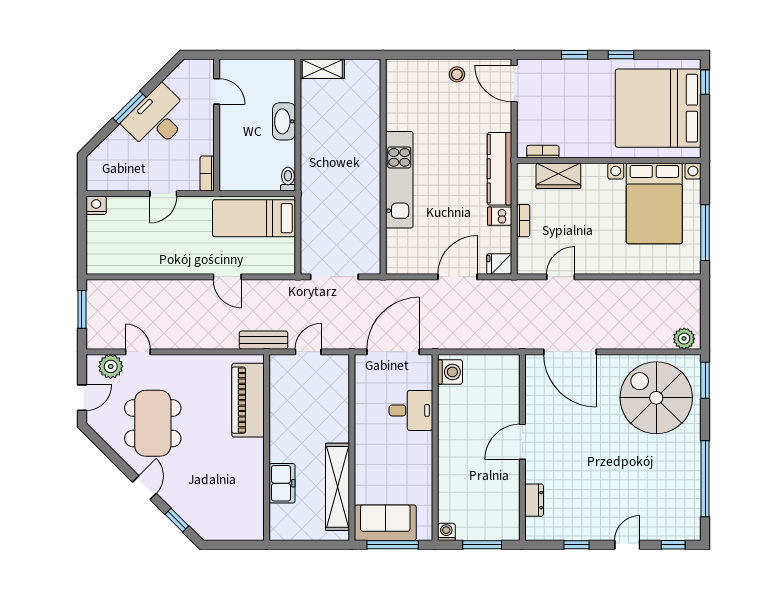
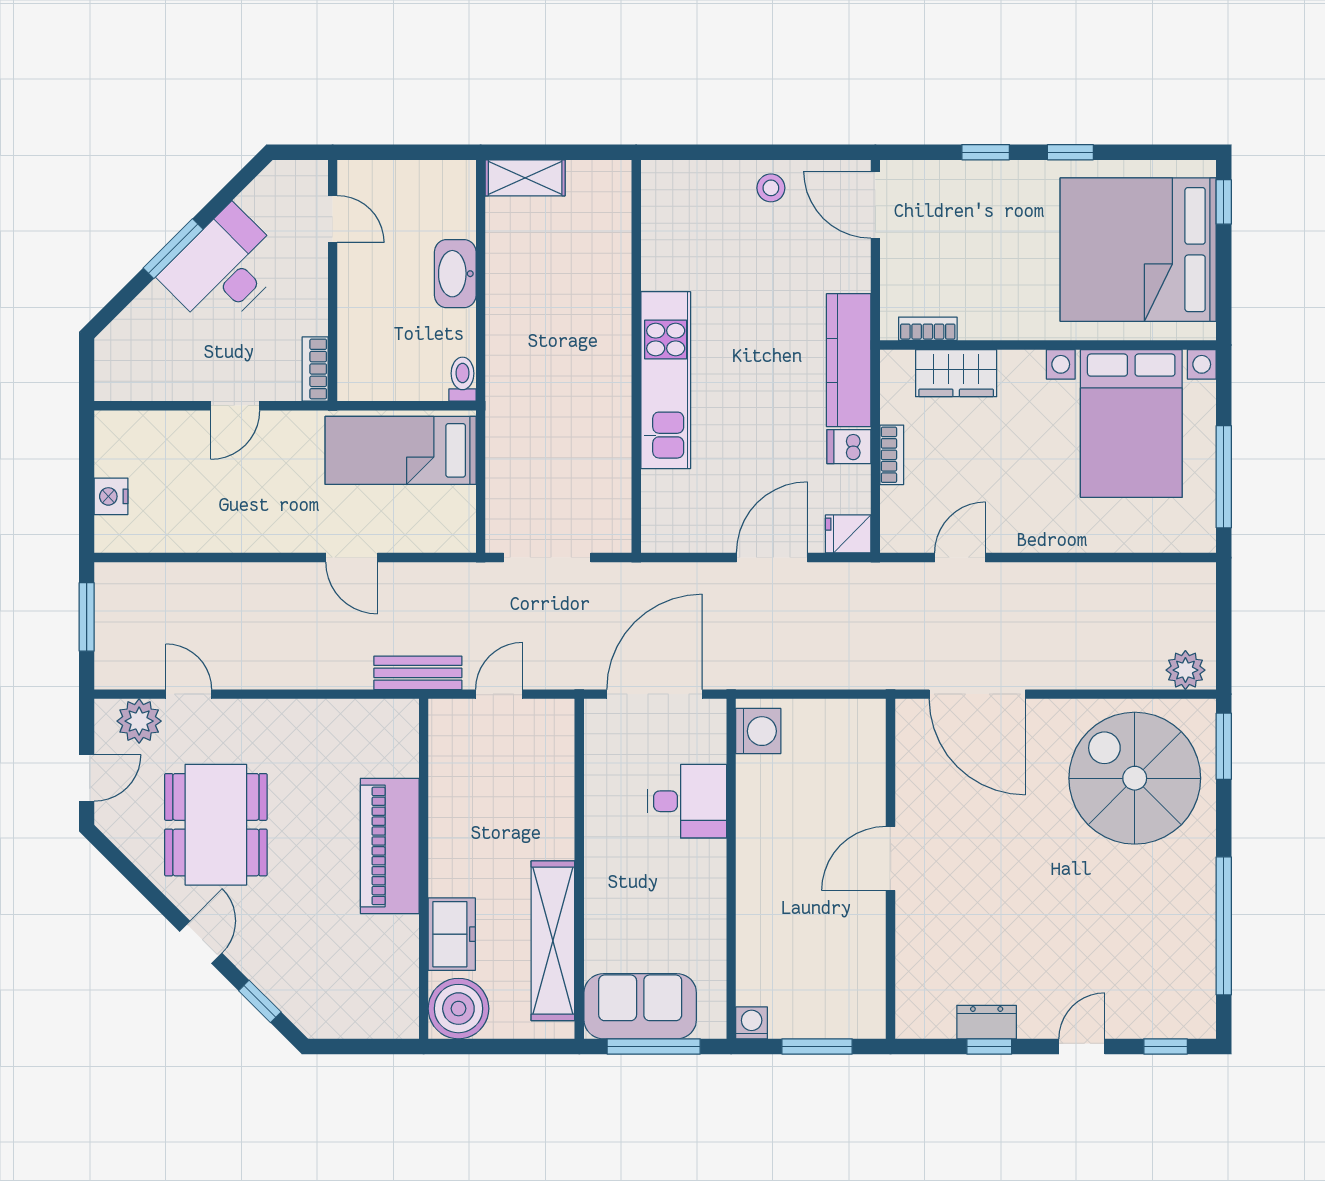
nightstand: (96, 205) -> (111, 496), moved, turned -90
piano: (248, 400) -> (390, 846), moved
dresser: (534, 500) -> (987, 1022), moved, turned -90
boiler: (286, 524) -> (458, 1009), added

